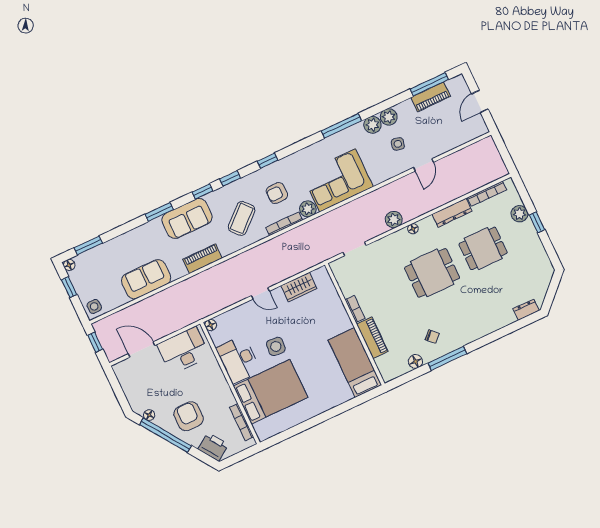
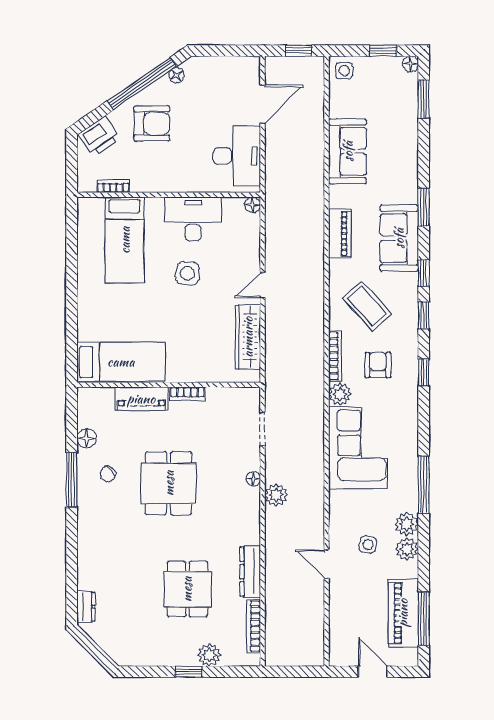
piano: (431, 97) -> (403, 613), width x1.37, depth x1.33
floor lamp: (413, 229) -> (253, 479), moved
dining table: (432, 273) -> (169, 483), moved
wardrobe: (299, 287) -> (248, 337), width x1.50
bed: (271, 392) -> (125, 240), width x0.67
bookcase: (242, 422) -> (113, 186), width x0.64

